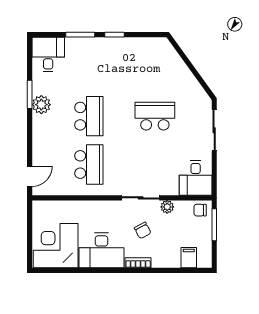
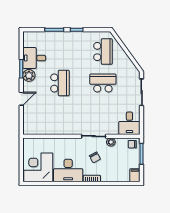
desk: (48, 54) -> (34, 58), moved, turned -90
school desk: (89, 165) -> (103, 52), moved
door: (30, 176) -> (21, 99), moved
filing cabinet: (189, 258) -> (135, 175), moved

